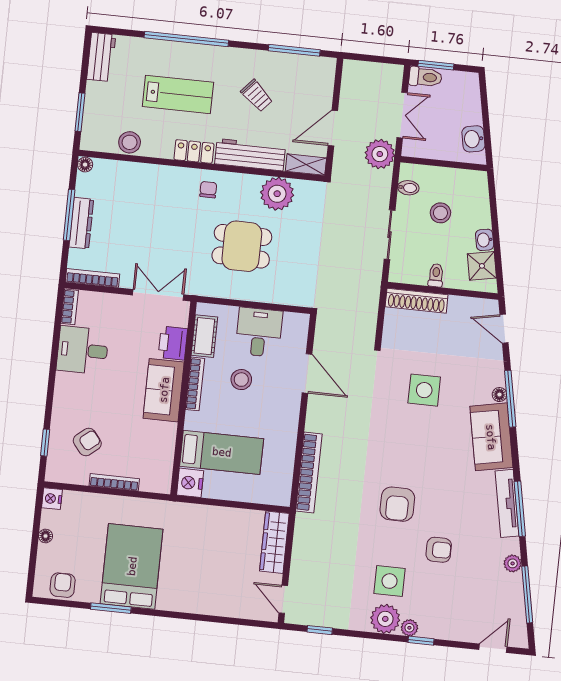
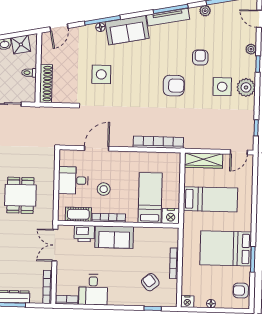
bed: (212, 548) -> (210, 199), added
plant: (409, 628) -> (251, 49), moved

